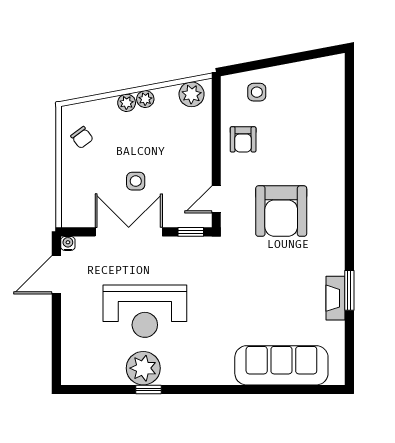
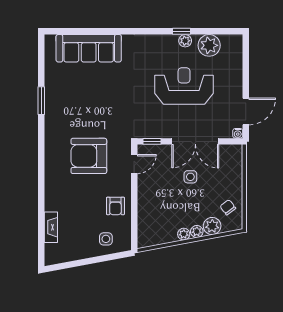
plant: (192, 94) -> (212, 226), moved
armchair: (243, 139) -> (115, 206), turned 180
armchair: (281, 211) -> (89, 156), turned -90
fireplace: (336, 298) -> (51, 227), moved
plant: (143, 368) -> (185, 41), width x0.53, depth x0.53
plant: (109, 369) -> (209, 45), added

